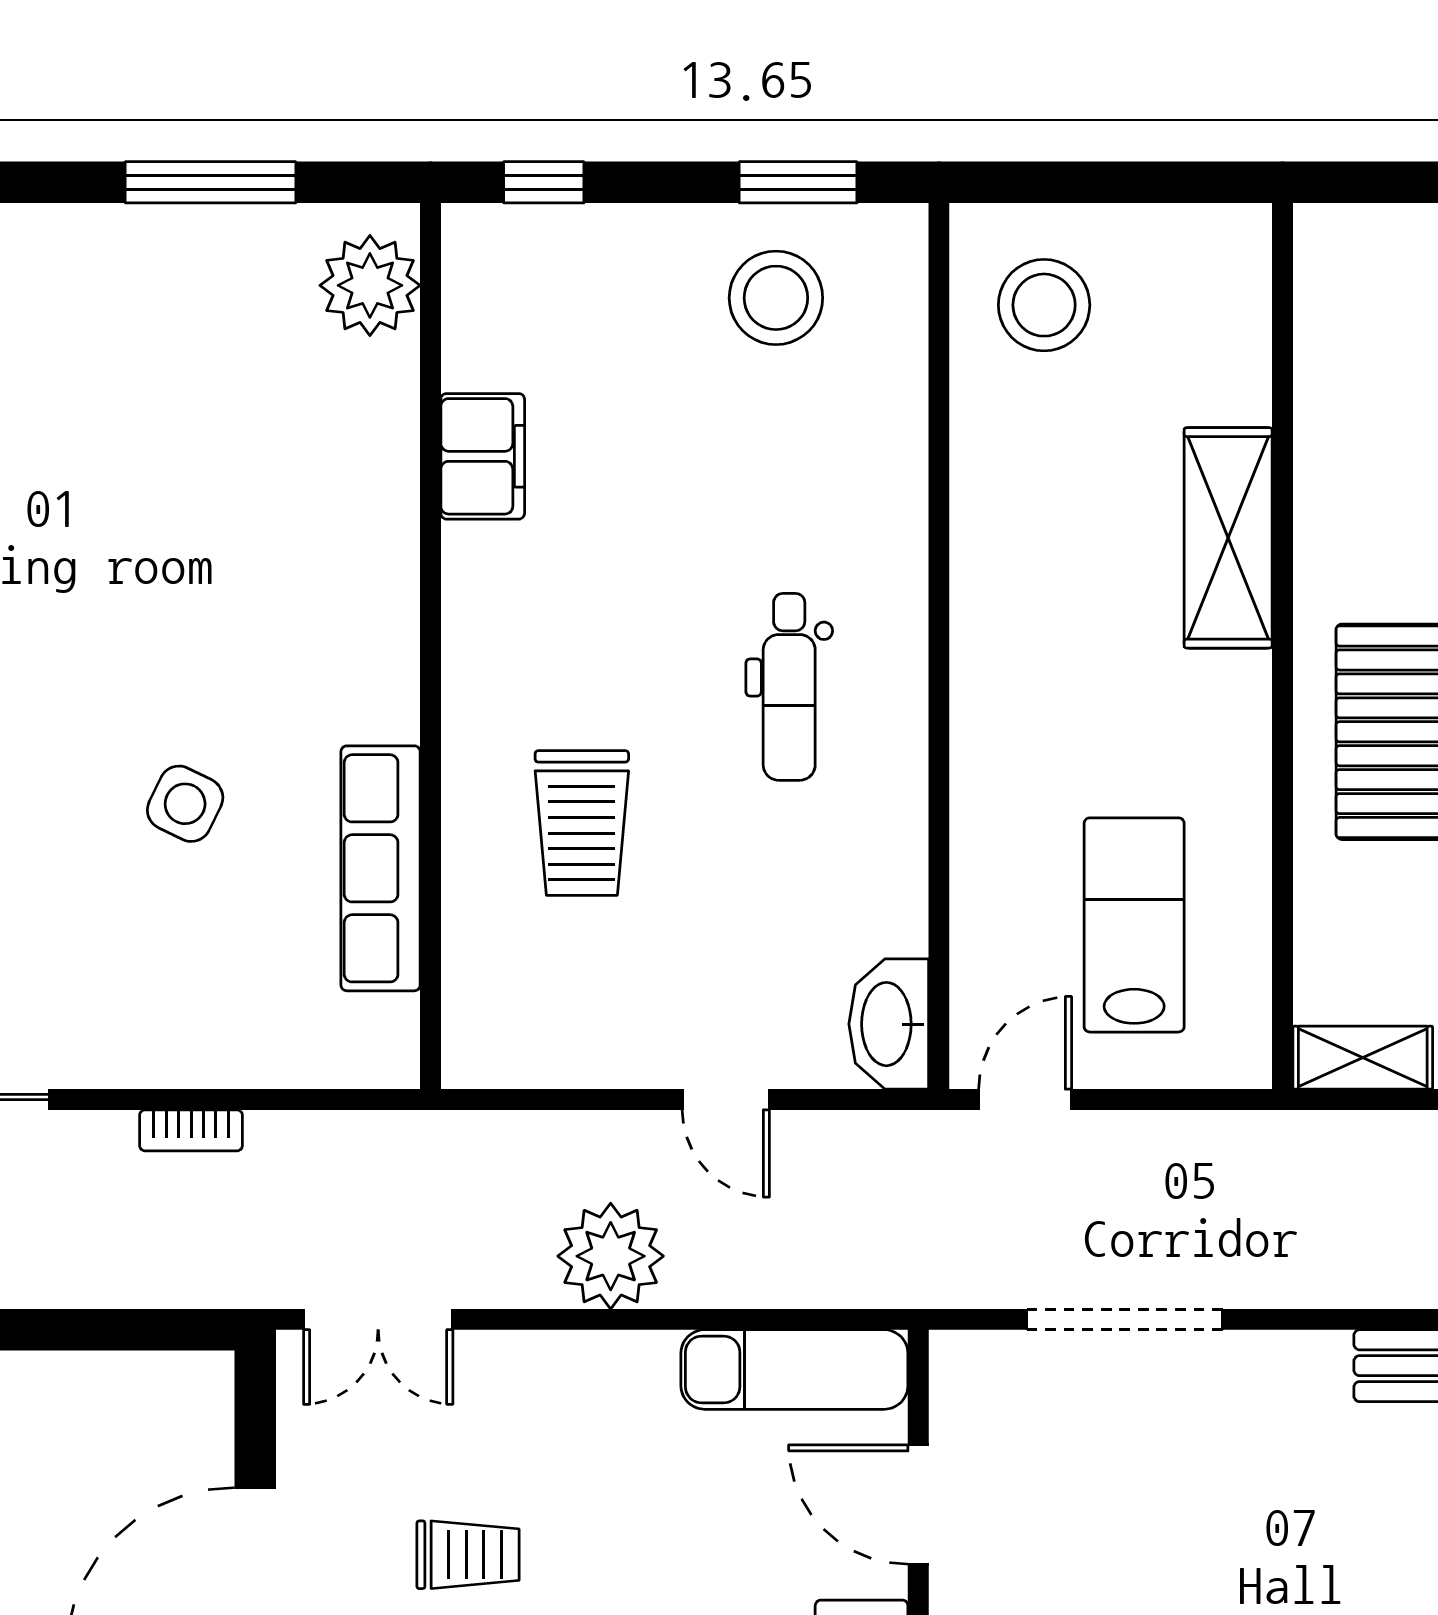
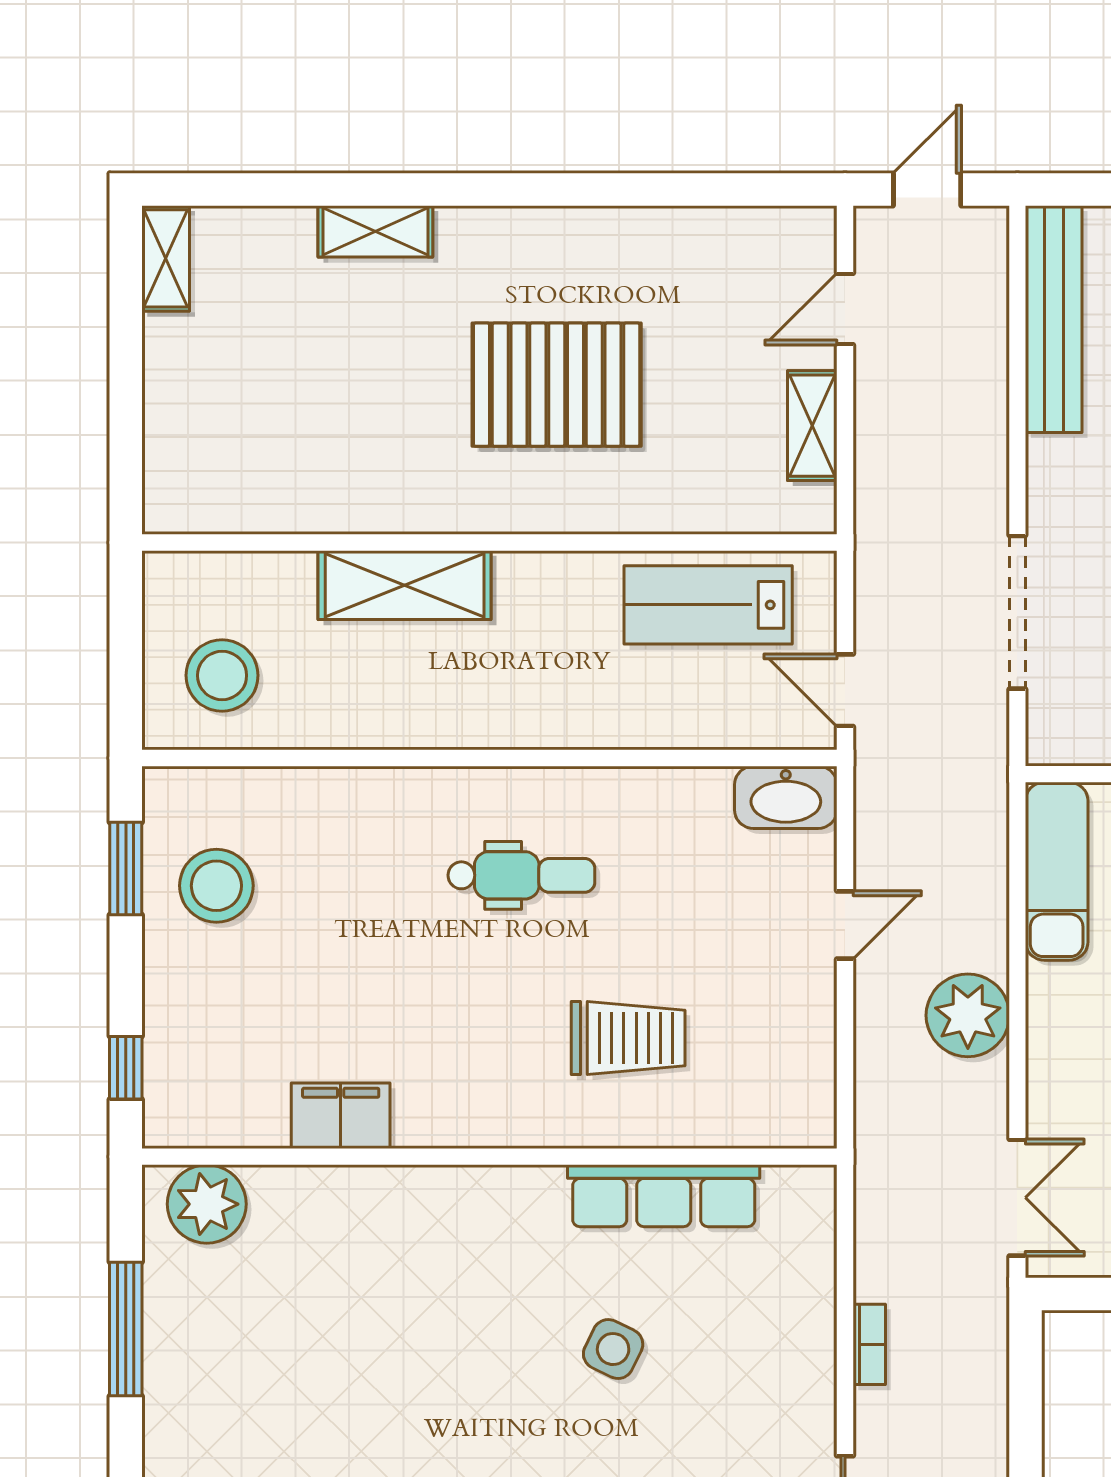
shelving: (1228, 538) -> (405, 585), moved
wall: (1282, 646) -> (489, 542), moved

